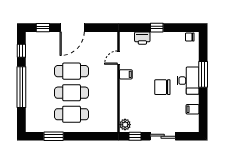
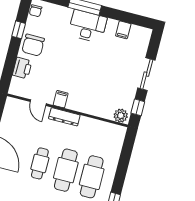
window: (157, 28) -> (19, 30), moved
cafe table: (72, 71) -> (40, 163), width x0.73, depth x0.74
dresser: (113, 81) -> (64, 117), added
chair: (162, 87) -> (33, 45), moved

